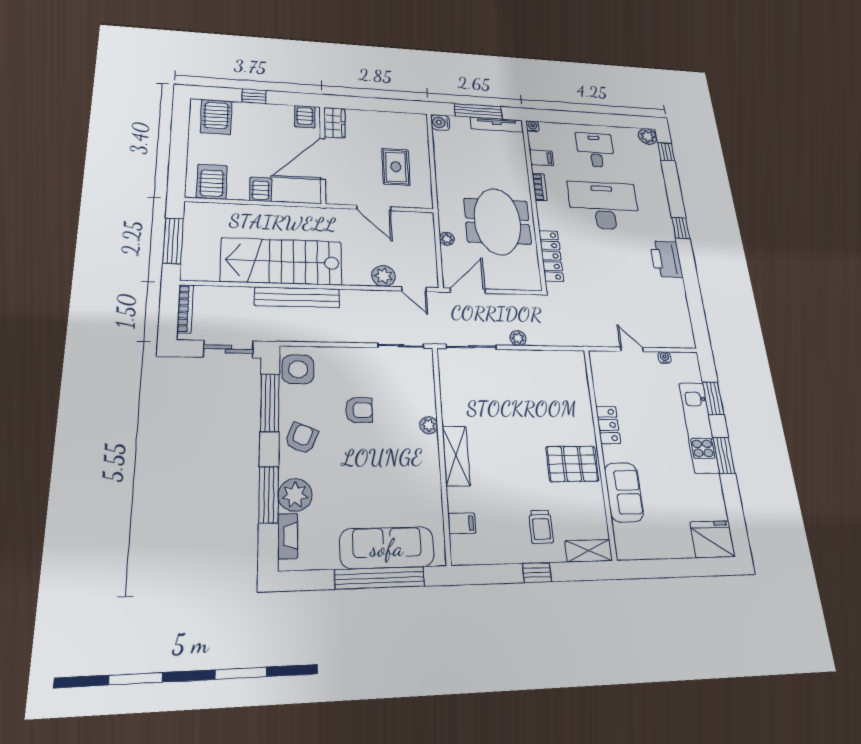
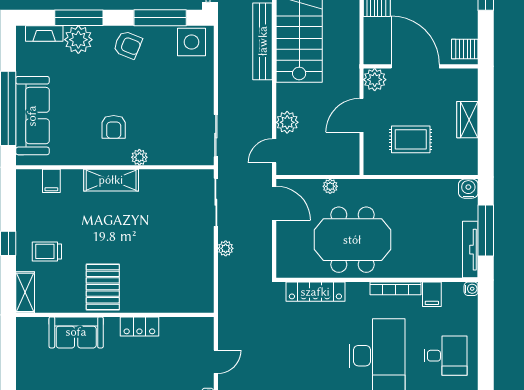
wardrobe: (335, 123) -> (467, 120), moved, turned 90
bookcase: (540, 187) -> (396, 288), width x1.56
plant: (337, 195) -> (375, 80), added
armchair: (359, 410) -> (114, 127), moved

